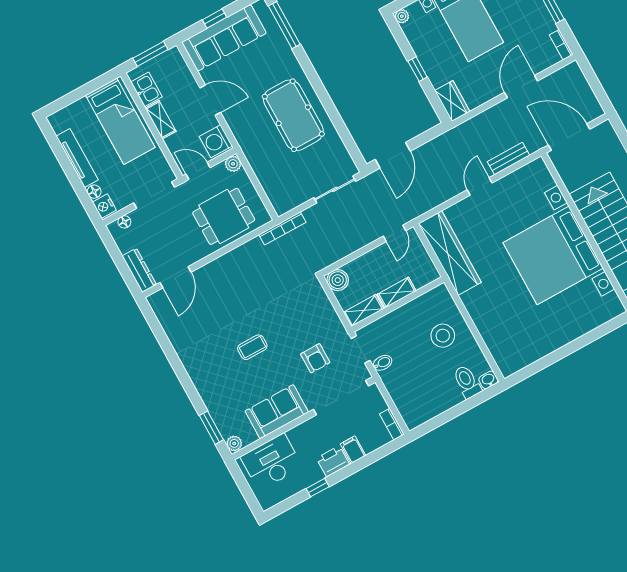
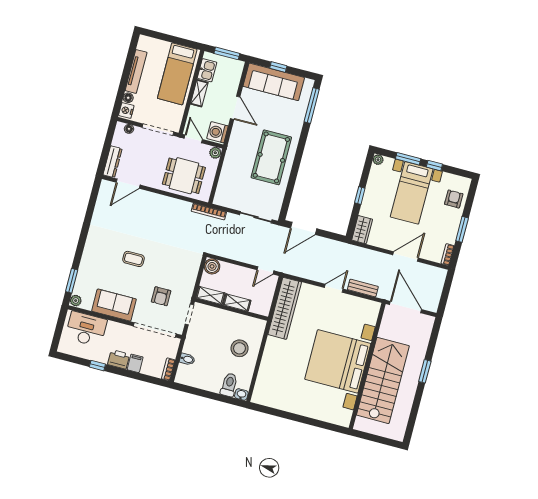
bidet: (382, 363) -> (187, 359), moved

